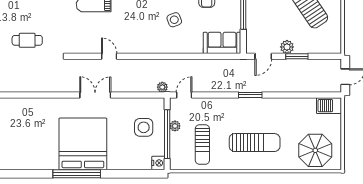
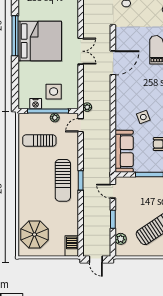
sofa: (222, 43) -> (124, 151), width x1.36
plant: (287, 47) -> (121, 239), moved
door: (109, 56) -> (113, 63), width x1.88
door: (184, 95) -> (81, 125), swing flipped
sun lounger: (255, 143) -> (63, 180), moved
nightstand: (158, 163) -> (36, 104), moved

